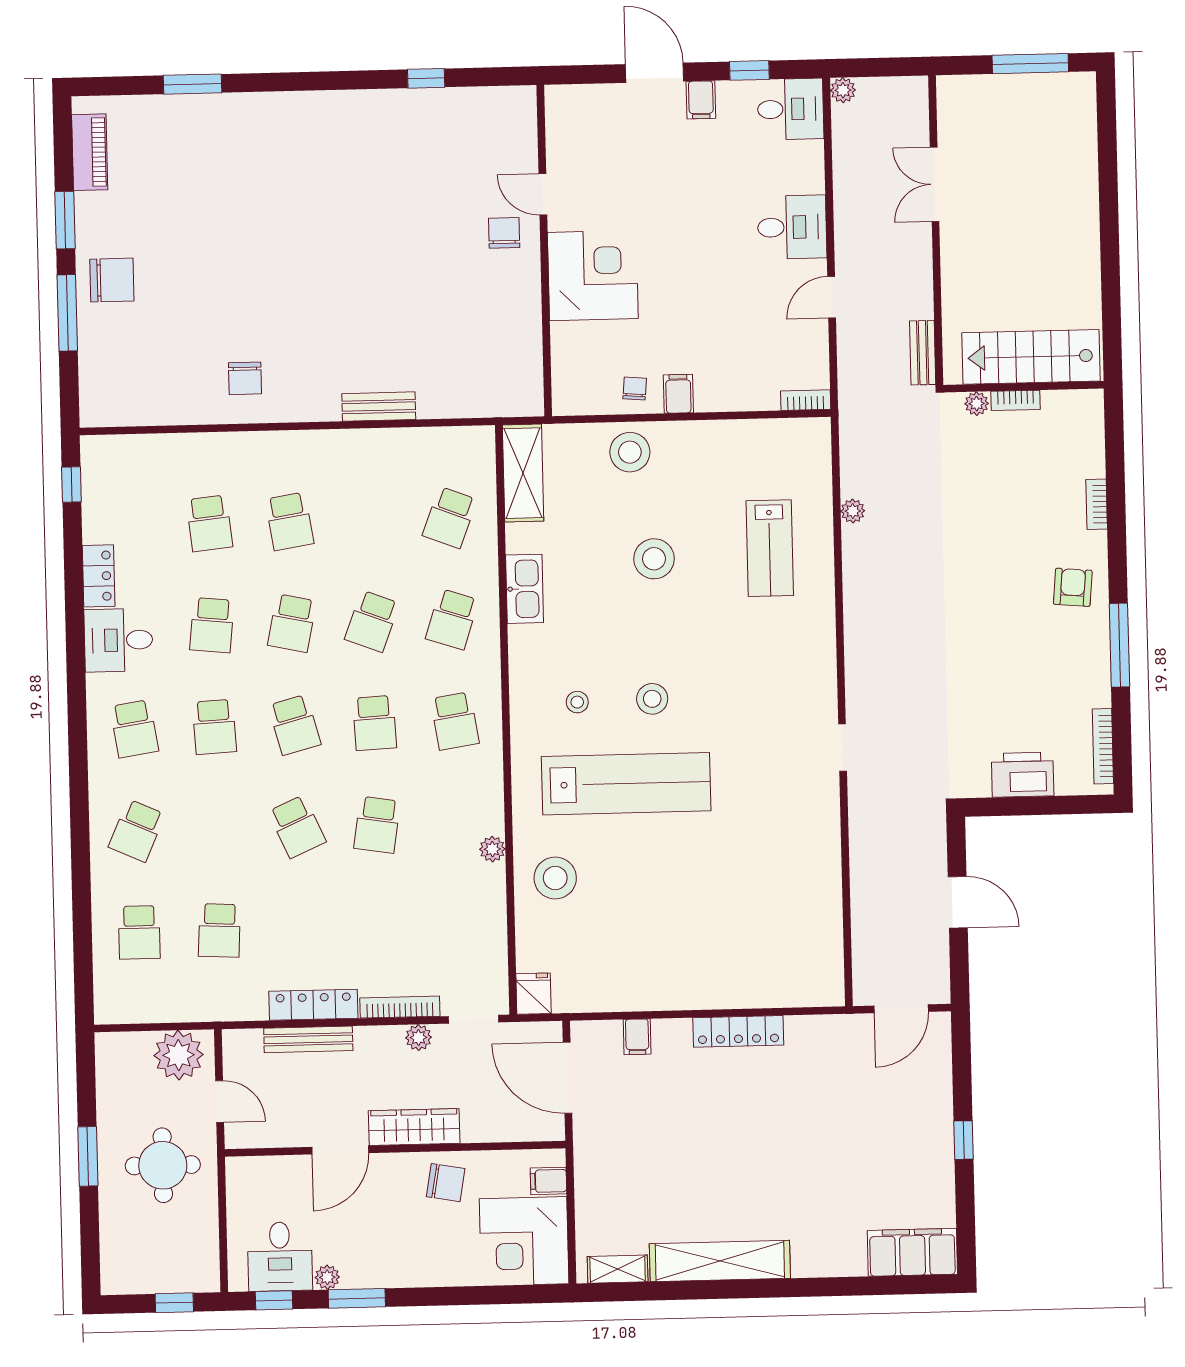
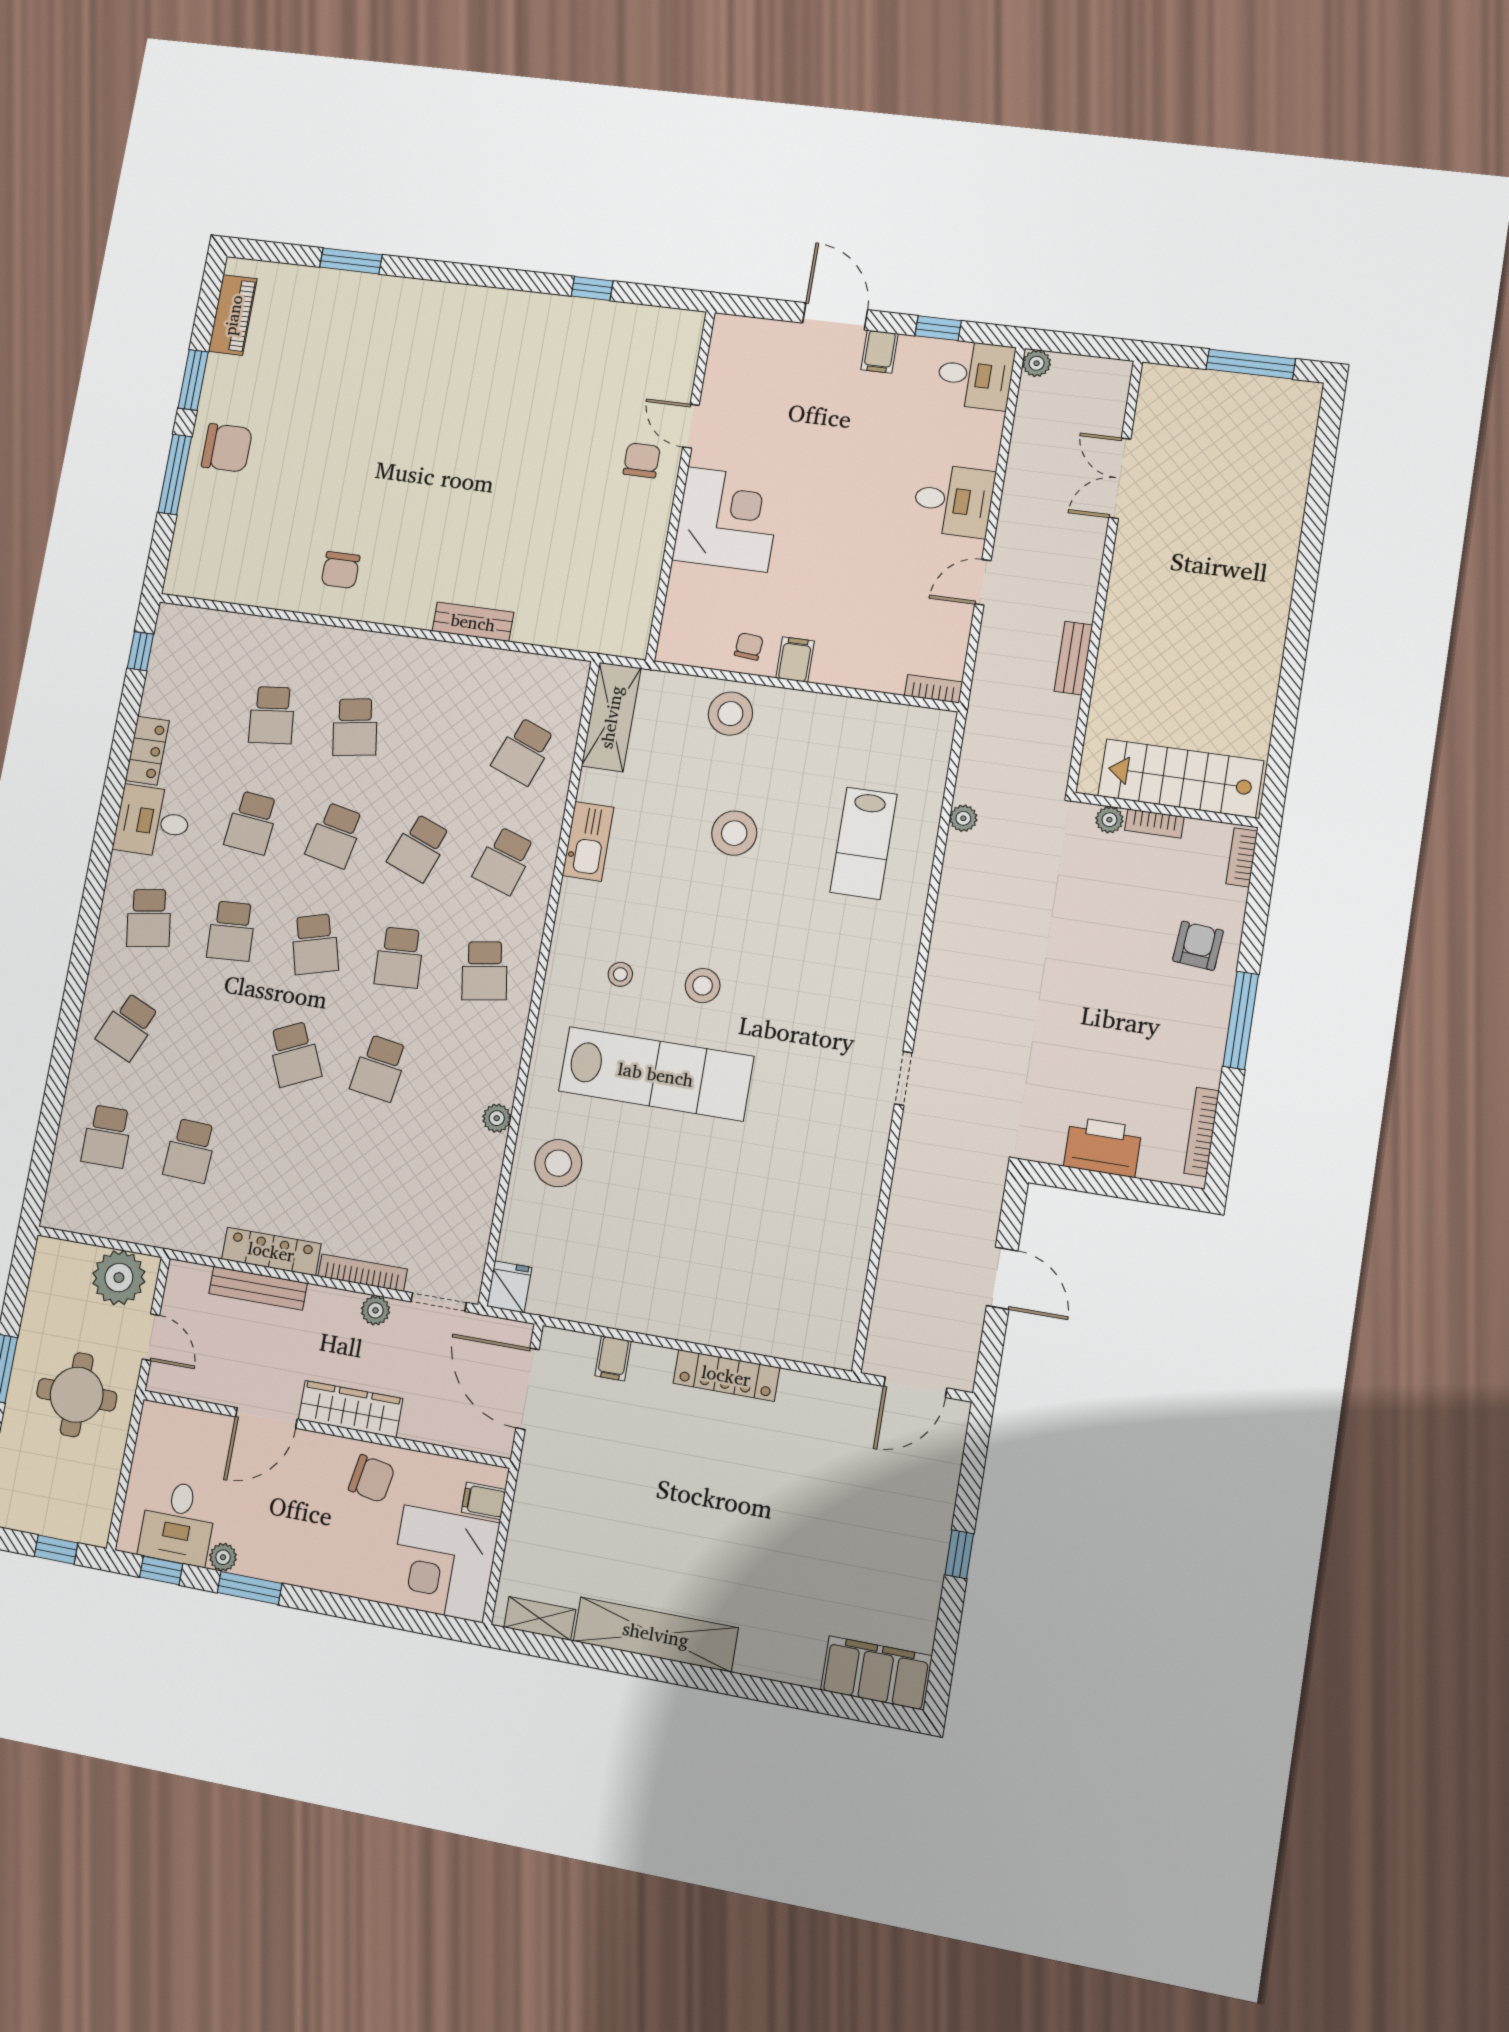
stairs: (1031, 357) -> (1181, 778), moved
wall: (1024, 387) -> (1166, 810), moved
bookcase: (1015, 400) -> (1154, 824), moved
plant: (977, 404) -> (1109, 820), moved

